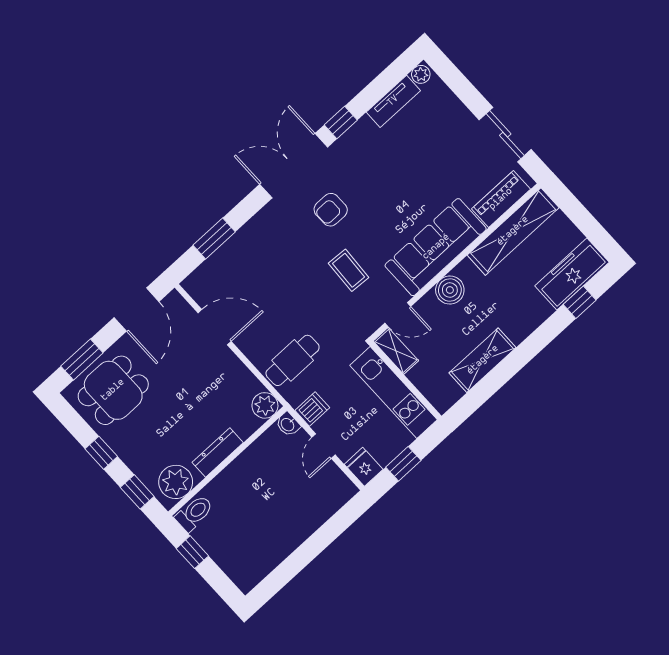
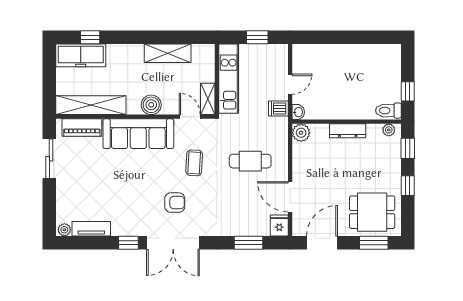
cafe table: (293, 360) -> (250, 161), moved
fridge: (364, 467) -> (279, 226), moved, turned 180
plant: (176, 482) -> (389, 130), width x0.53, depth x0.53

